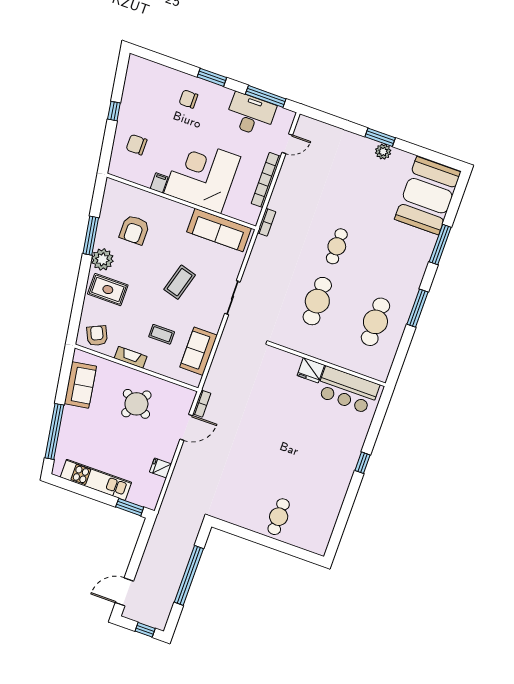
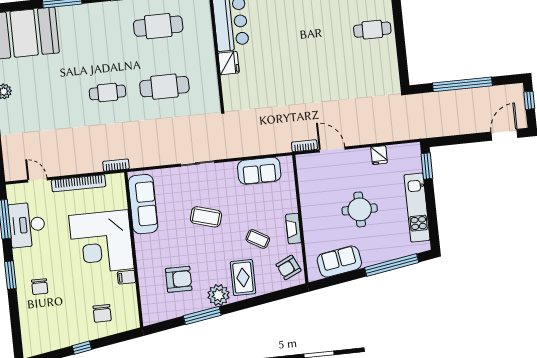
coffee table: (162, 334) -> (258, 239), moved, turned -60
round table: (136, 404) -> (360, 209), moved, turned -30
door: (124, 592) -> (504, 135), swing flipped

